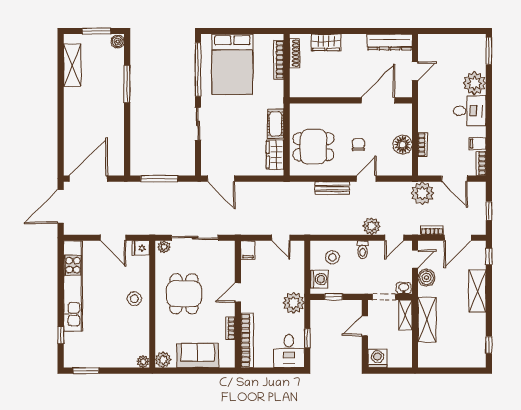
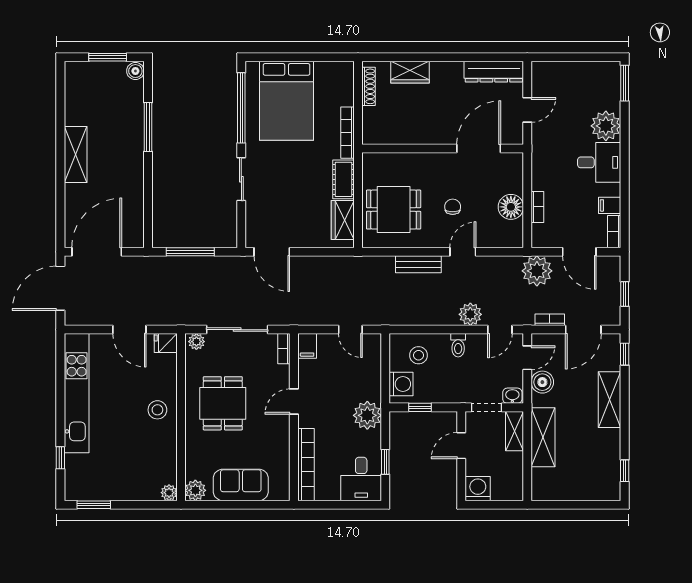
bookcase: (279, 60) -> (348, 133), moved
shelving: (72, 65) -> (76, 154), moved
bookcase: (230, 328) -> (284, 349), moved

